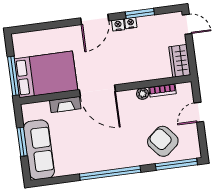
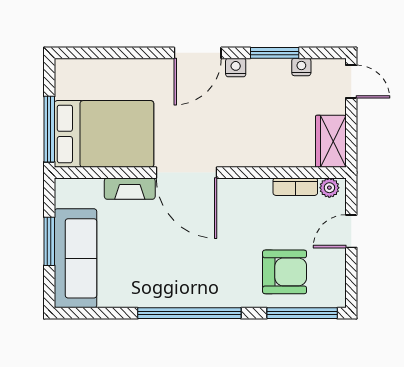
nightstand: (131, 23) -> (301, 67), moved
plant: (143, 94) -> (329, 188), moved
armchair: (163, 141) -> (285, 272), turned 130

